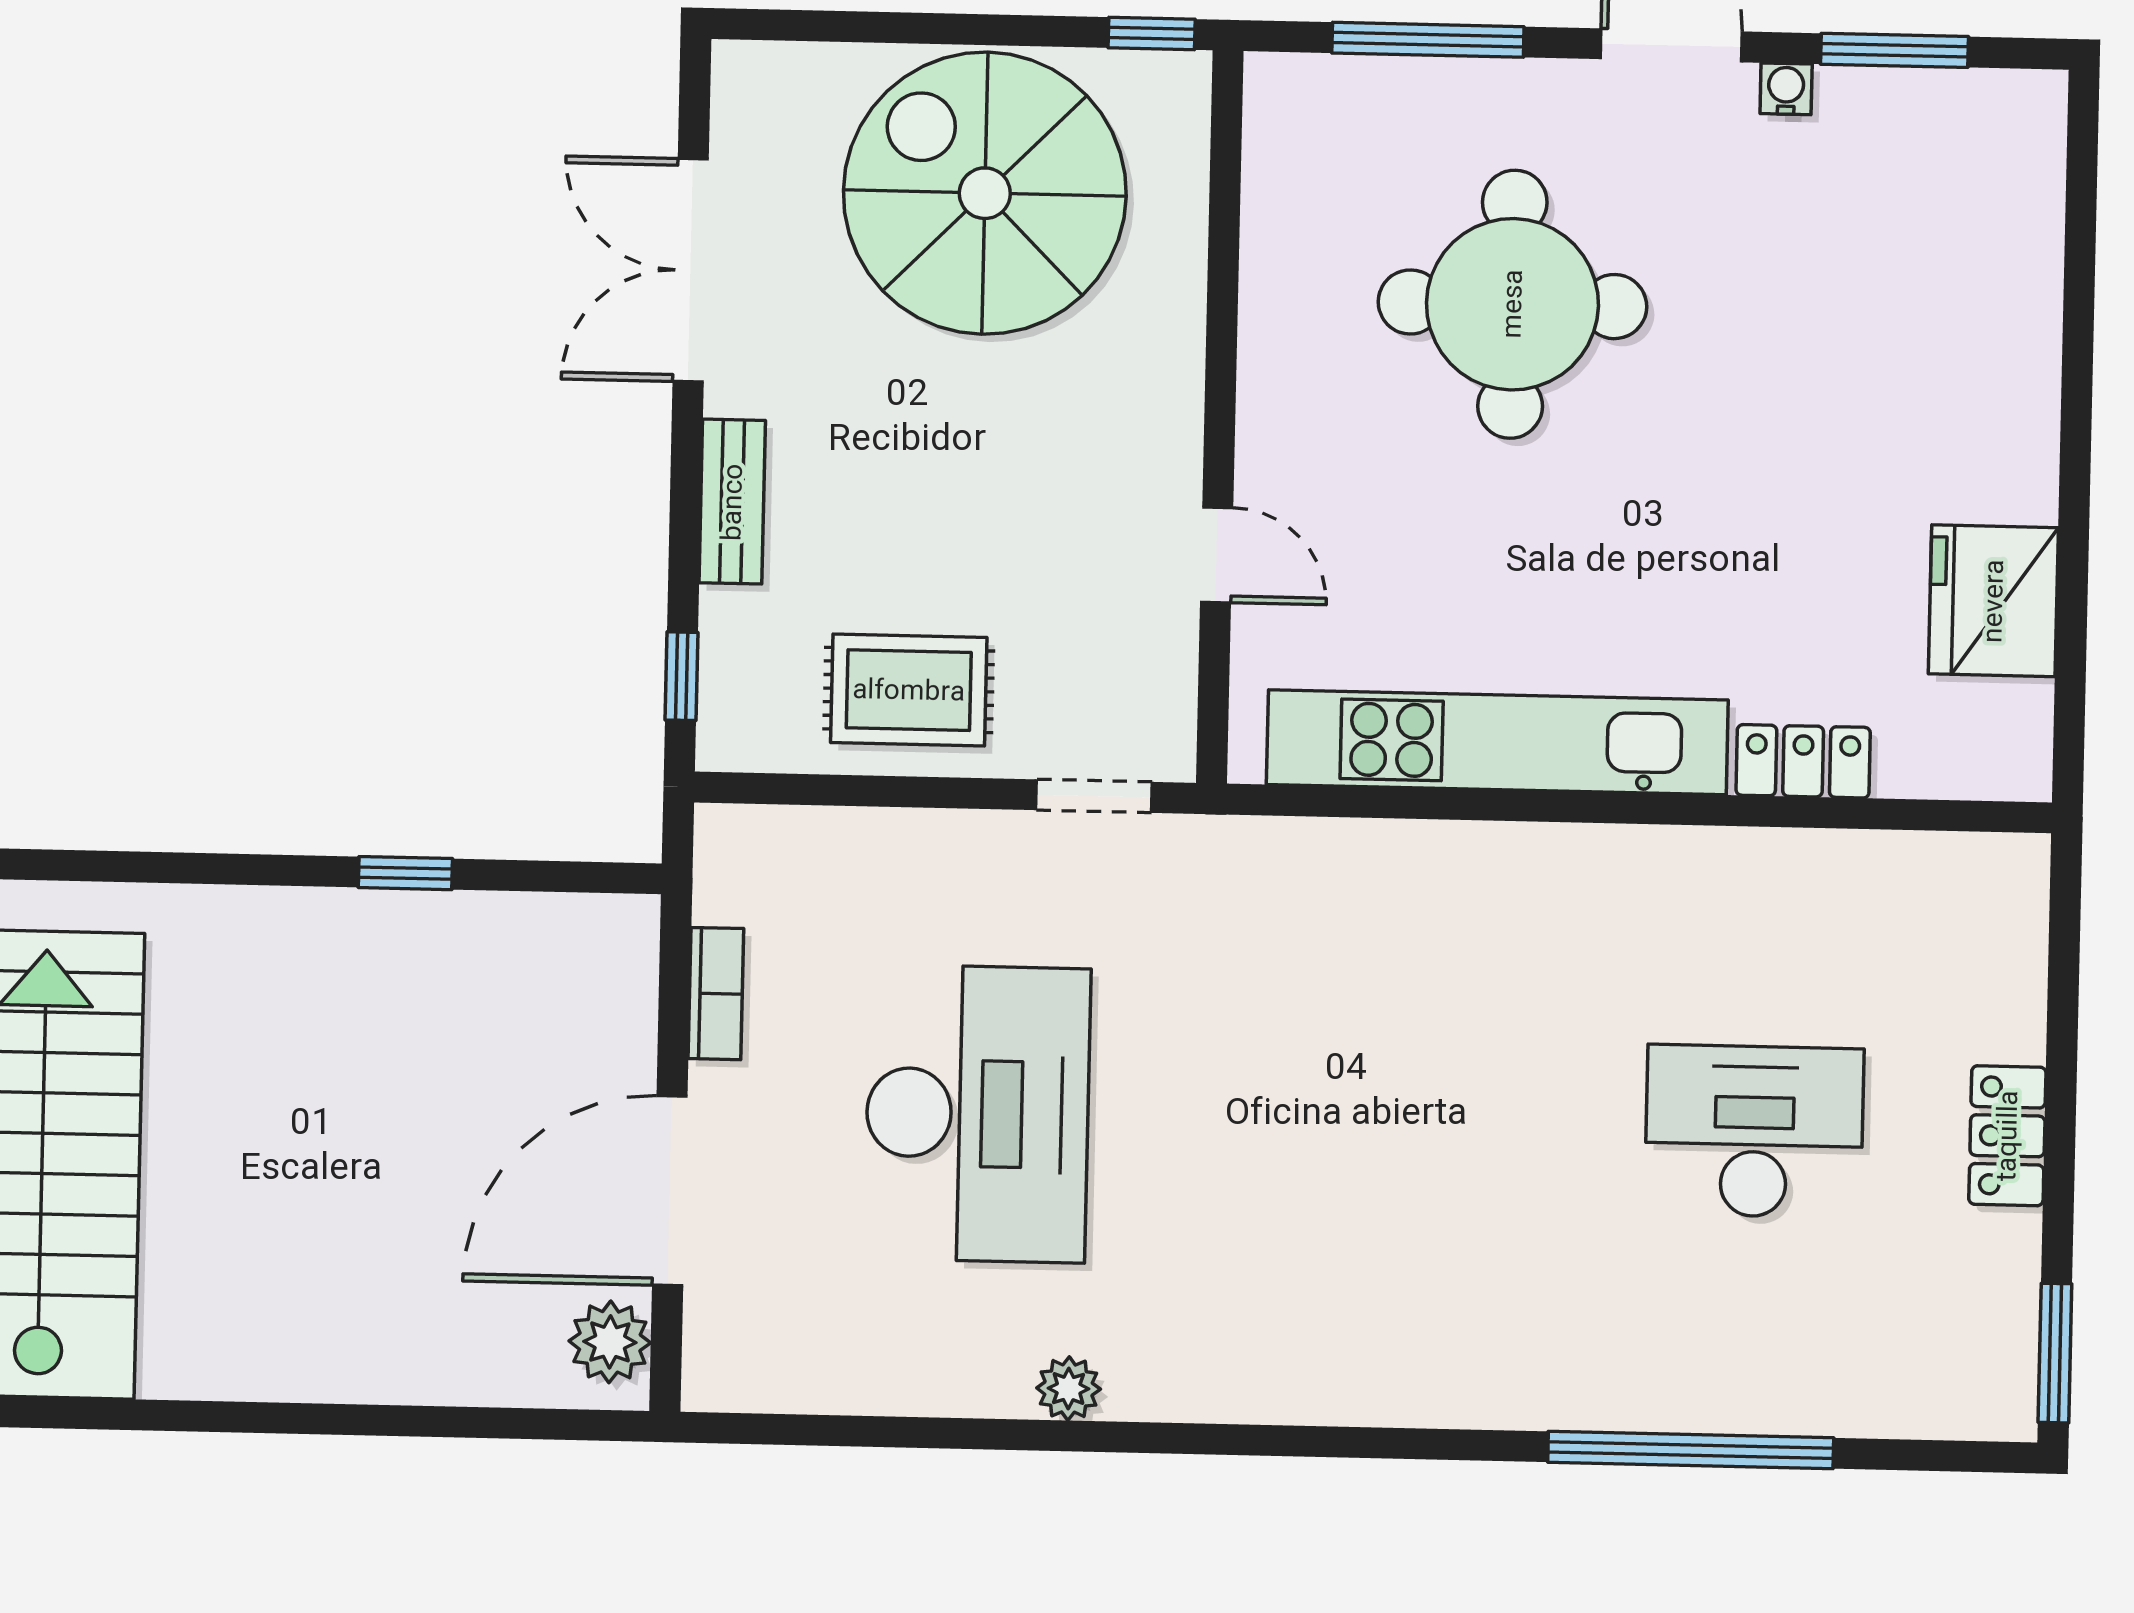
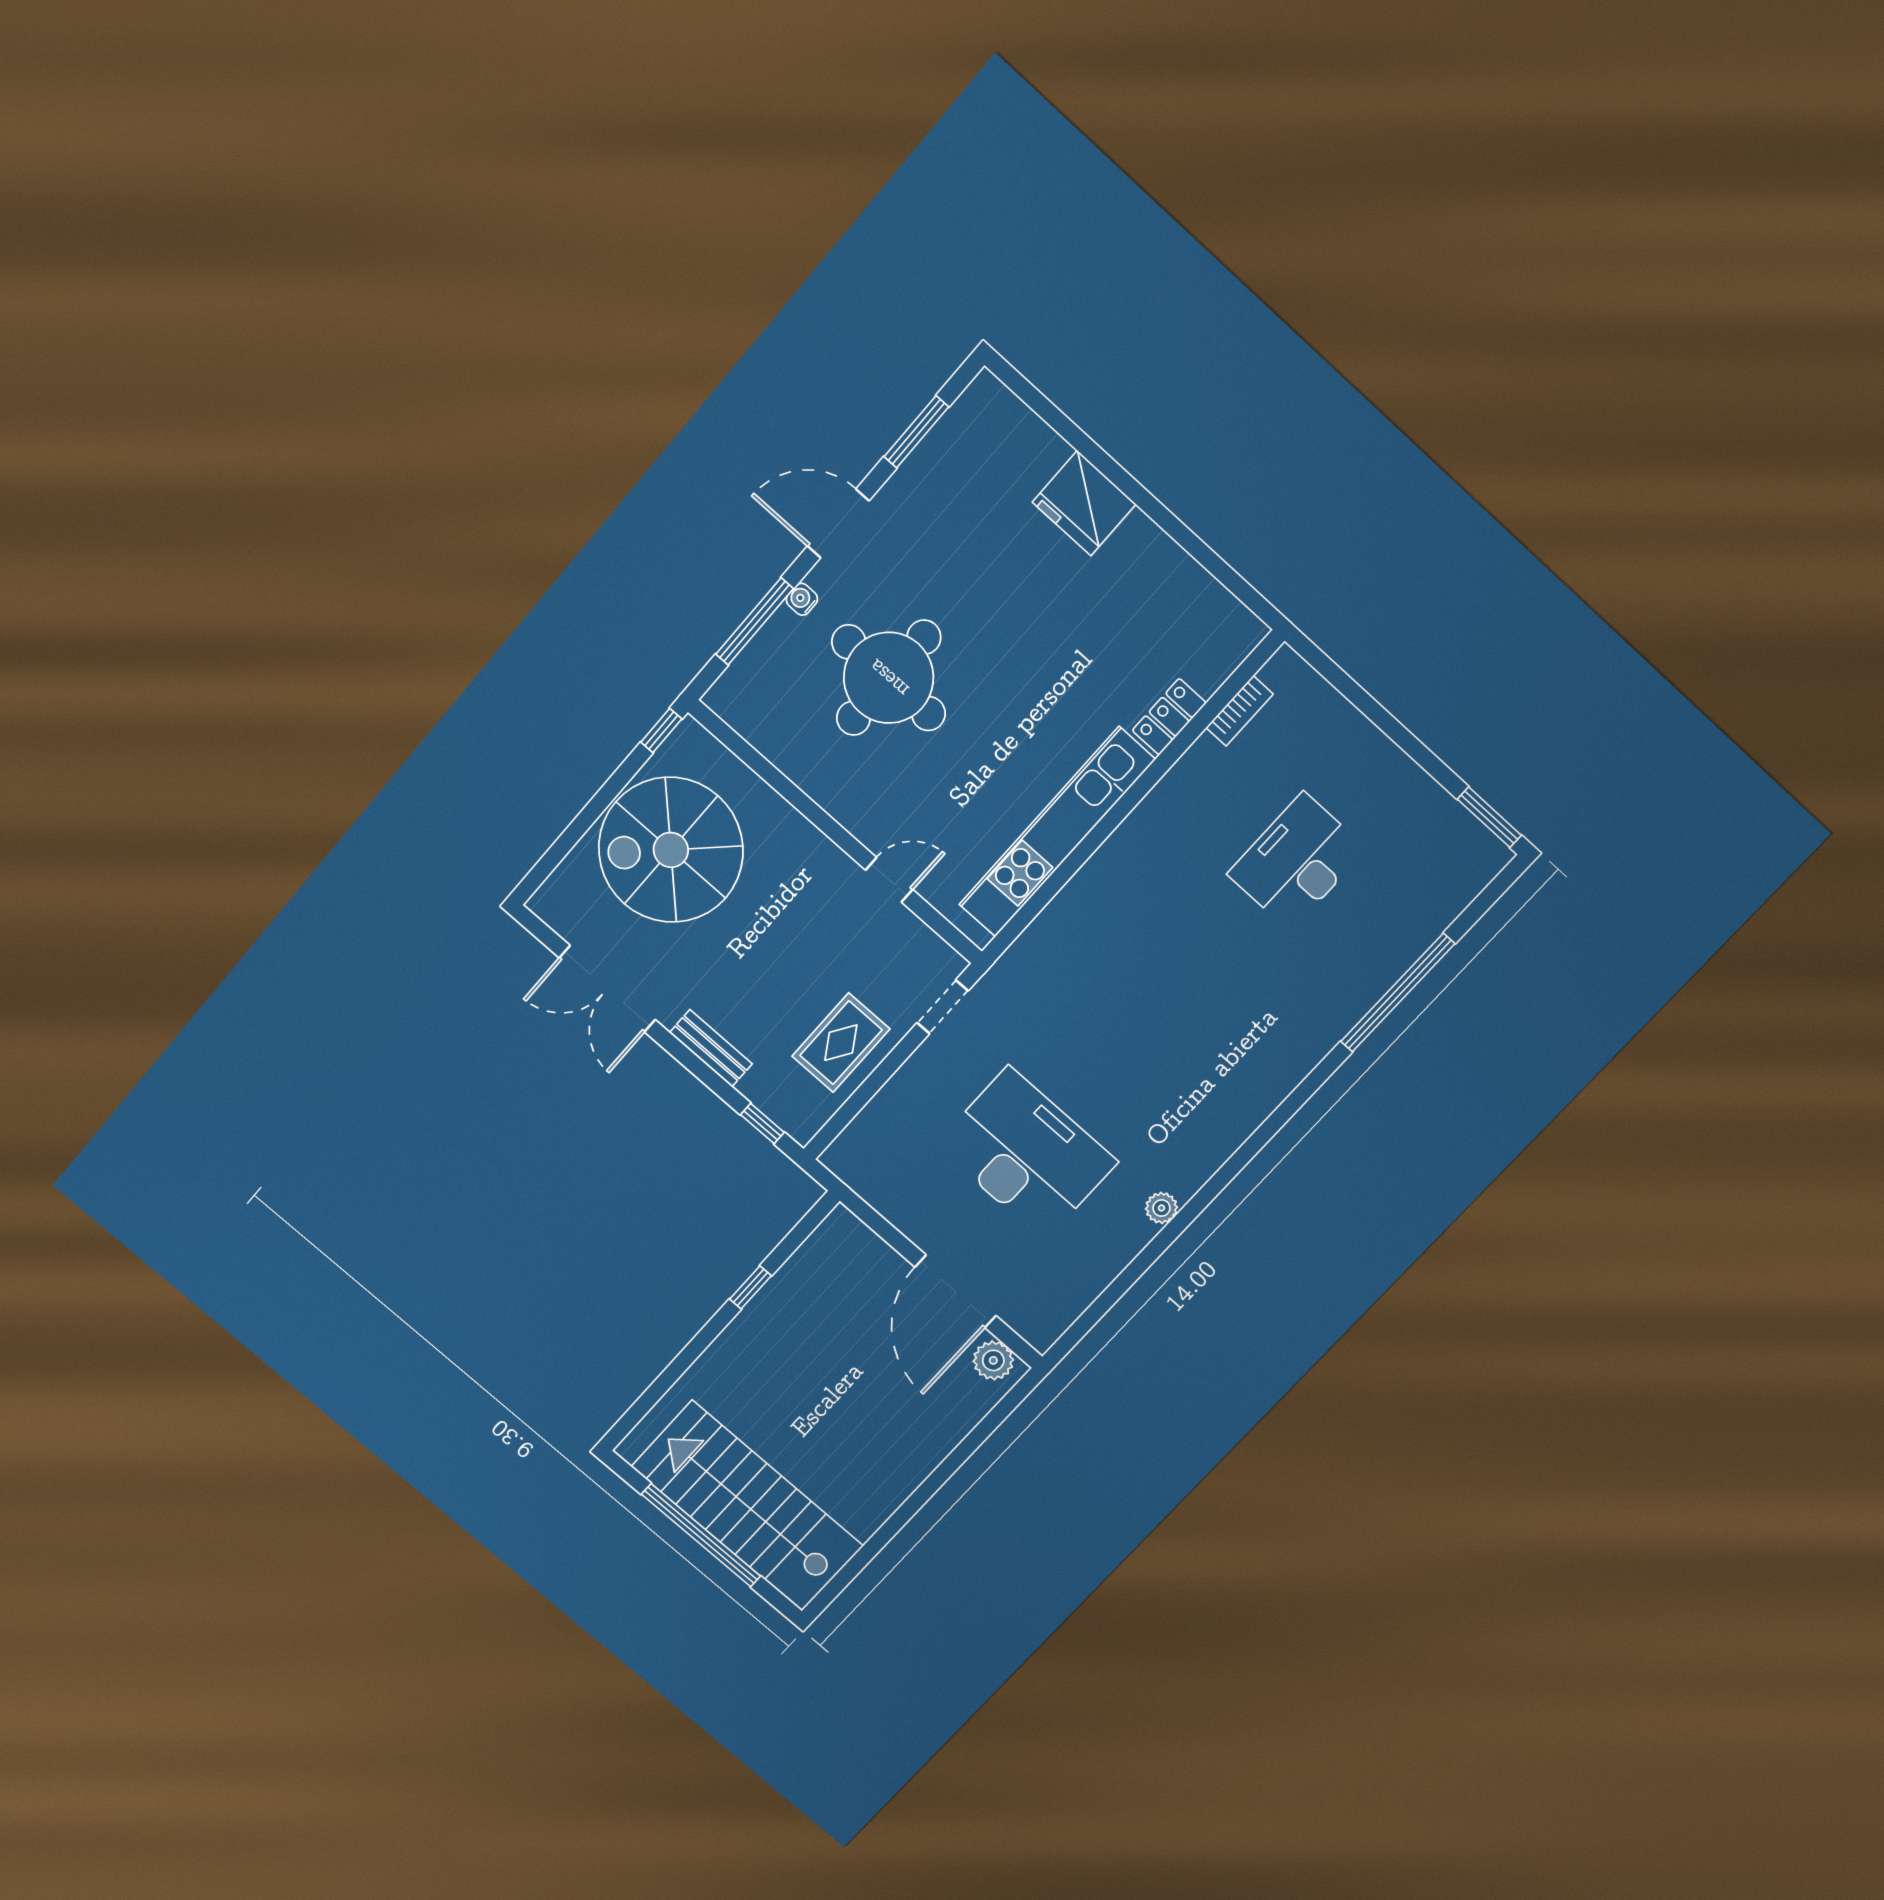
water cooler: (1786, 89) -> (802, 599), moved
fridge: (1993, 601) -> (1084, 503), moved
bookcase: (716, 994) -> (1240, 711), moved, turned 90
locker: (2007, 1136) -> (1388, 762), removed

